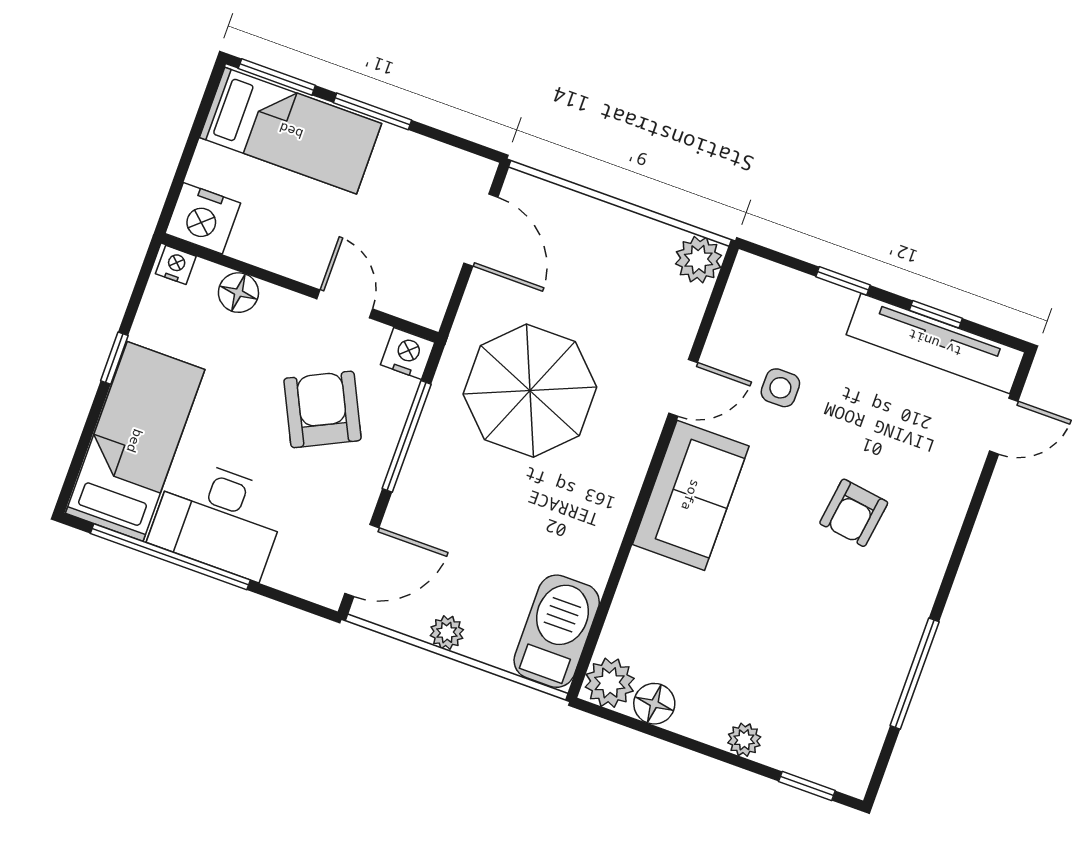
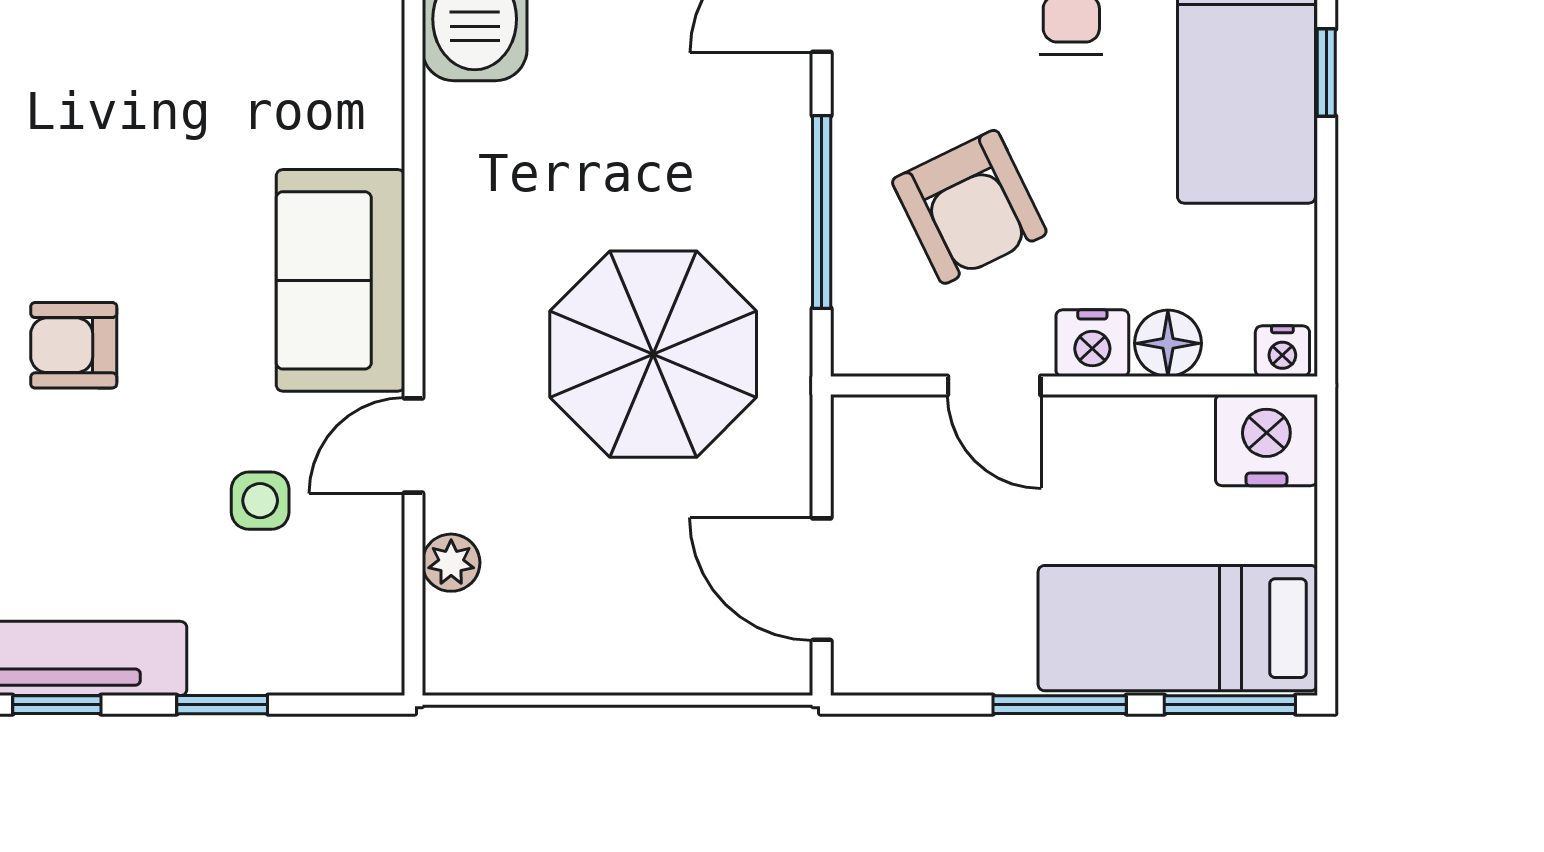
plant: (699, 260) -> (451, 563), moved, width x0.73, depth x0.73
nightstand: (408, 354) -> (1092, 343), moved
window: (114, 358) -> (1326, 73), moved
armchair: (854, 513) -> (74, 345), turned -98

